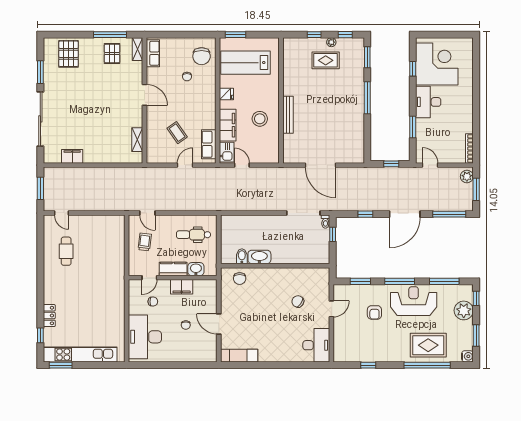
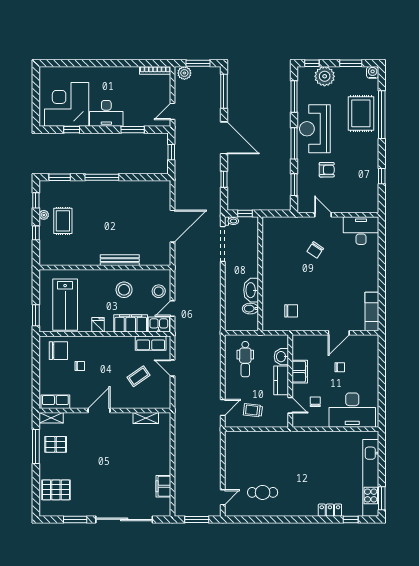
stool: (258, 152) -> (159, 291), added
bidet: (242, 256) -> (250, 309), moved
washbasin: (259, 257) -> (251, 290), moved
wall: (275, 266) -> (260, 274), moved

